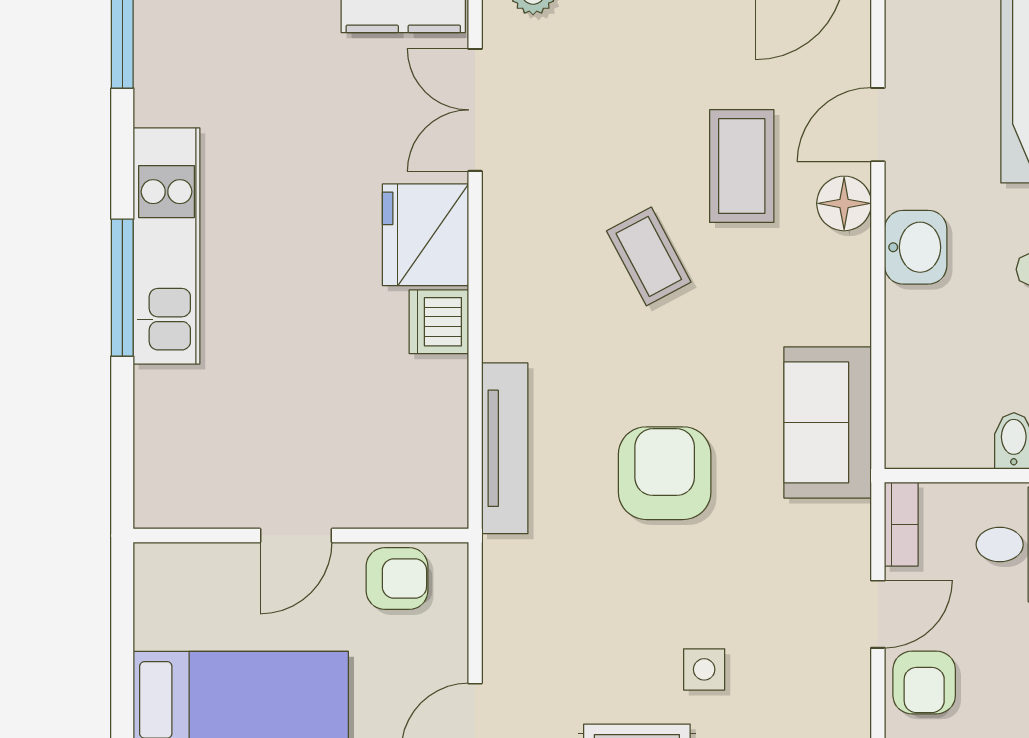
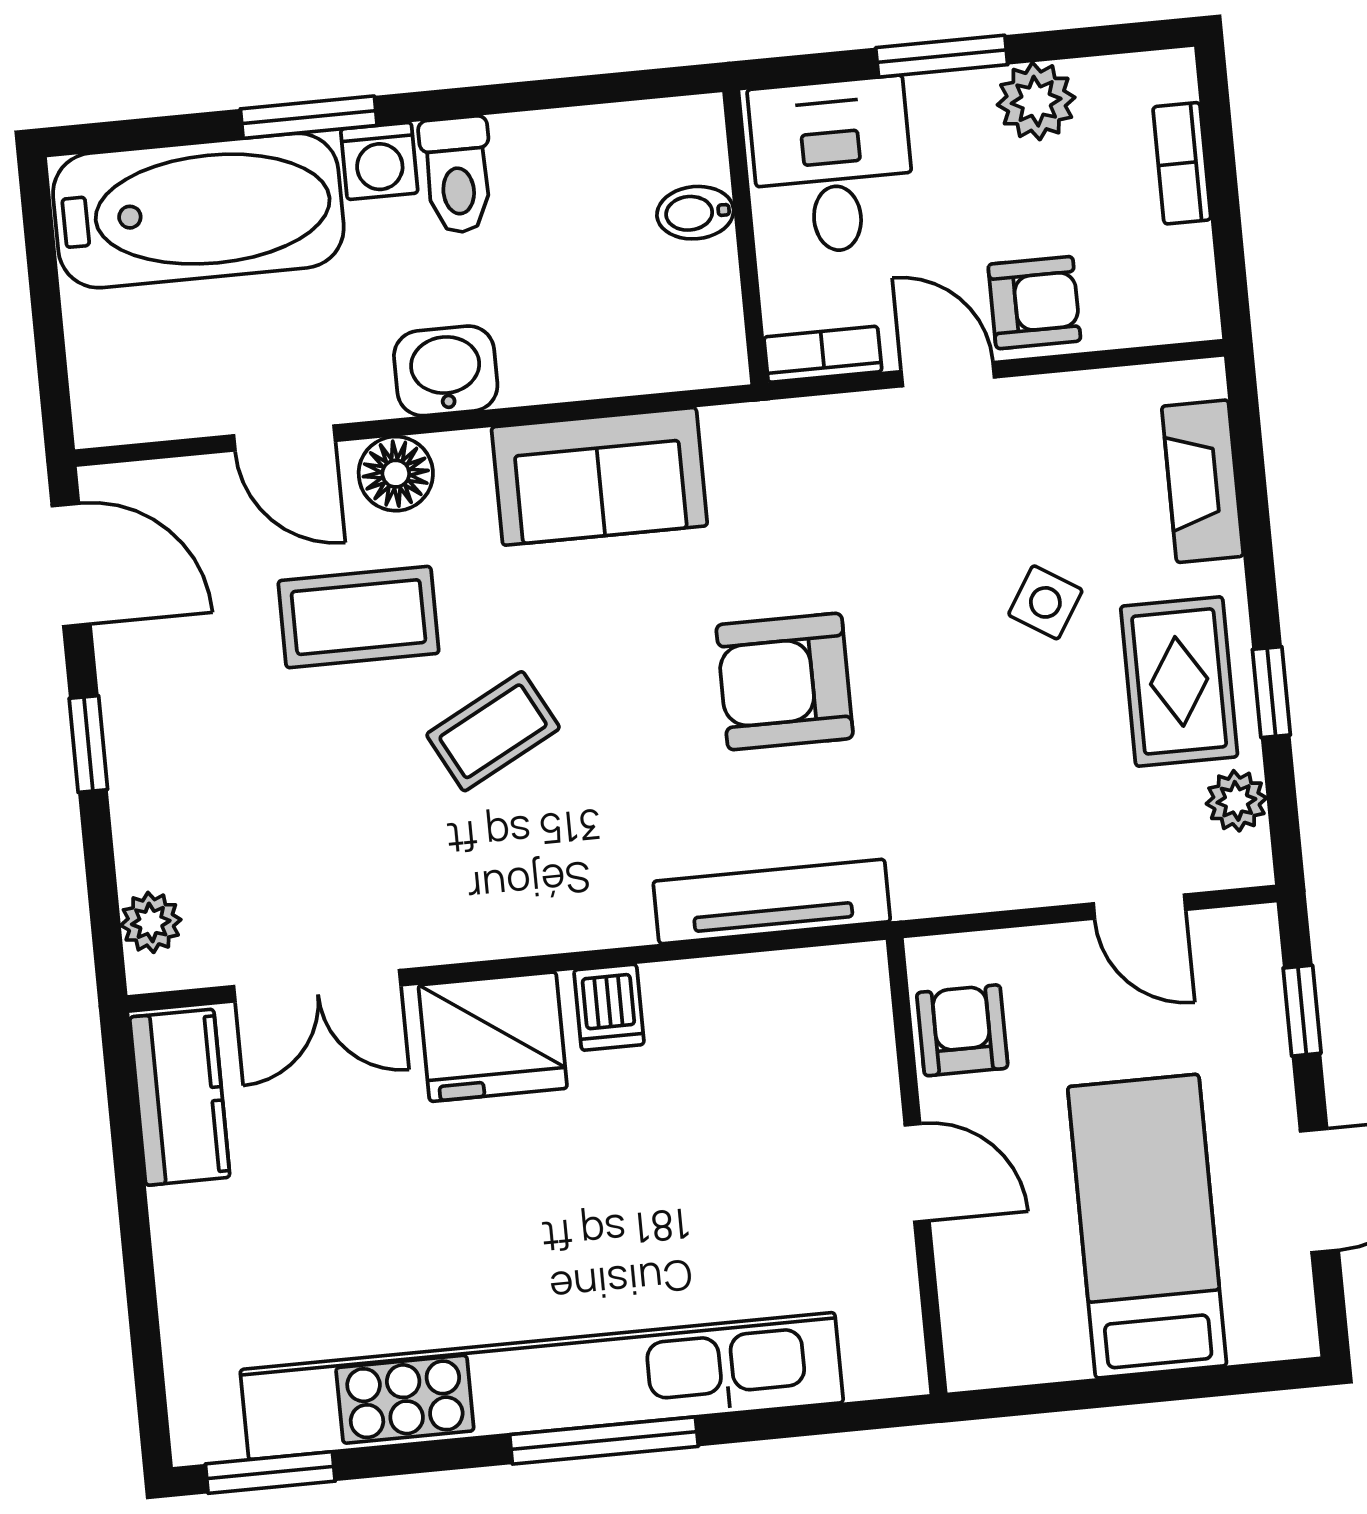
kitchen unit: (167, 246) -> (542, 1386), width x1.86
dishwasher: (439, 322) -> (609, 1007), width x0.73
sofa: (828, 422) -> (599, 476), moved
side table: (704, 669) -> (1045, 602), turned 32

